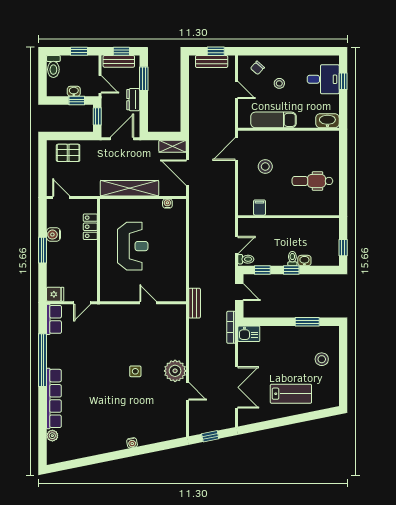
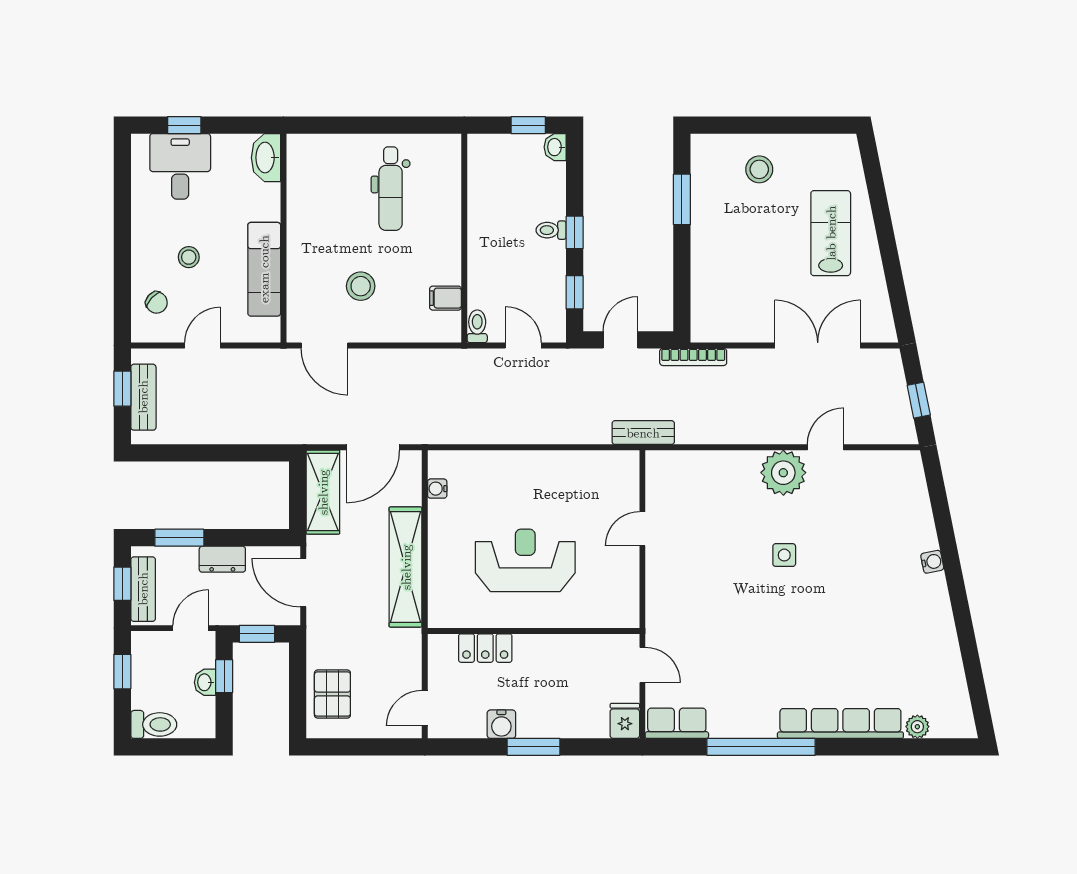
shelving: (172, 146) -> (323, 492), width x1.50, depth x1.33
toilet: (246, 259) -> (477, 326), moved
washbasin: (304, 261) -> (555, 147), moved
kitchen sink: (249, 334) -> (707, 320), removed

